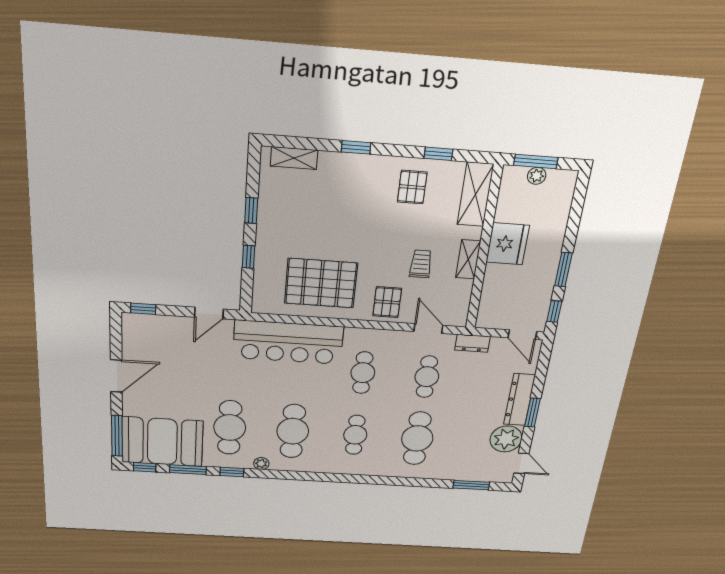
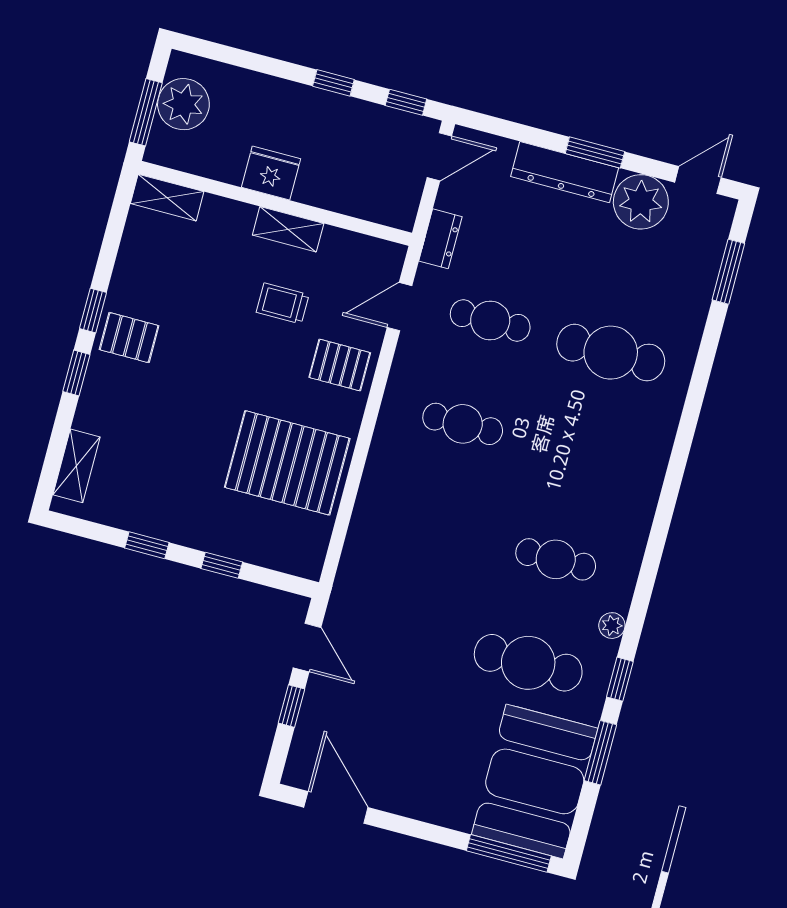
window: (438, 154) -> (93, 311), moved
plant: (537, 176) -> (183, 104), width x1.88, depth x1.88
pallet: (412, 187) -> (129, 338), moved
shelving: (475, 195) -> (167, 198), width x0.67, depth x0.75
fridge: (508, 244) -> (271, 173), width x0.73, depth x0.75
window: (563, 270) -> (333, 83), width x0.67
pallet: (321, 283) -> (287, 463), turned 90
window: (143, 309) -> (291, 706), moved
bar counter: (288, 342) -> (383, 534), removed
door: (116, 376) -> (336, 807), moved
cafe table: (293, 431) -> (556, 559), width x0.73, depth x0.74
cafe table: (355, 435) -> (583, 456), removed
window: (145, 467) -> (581, 824), removed

